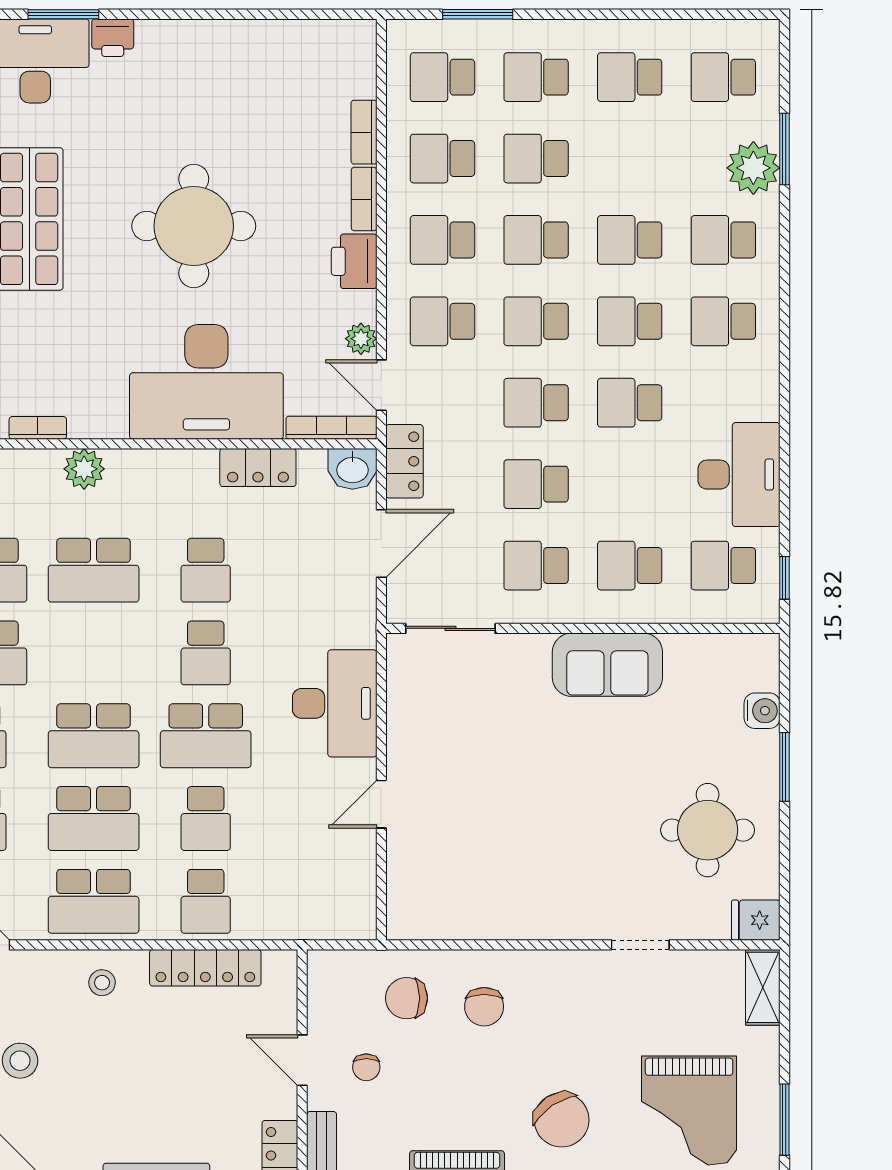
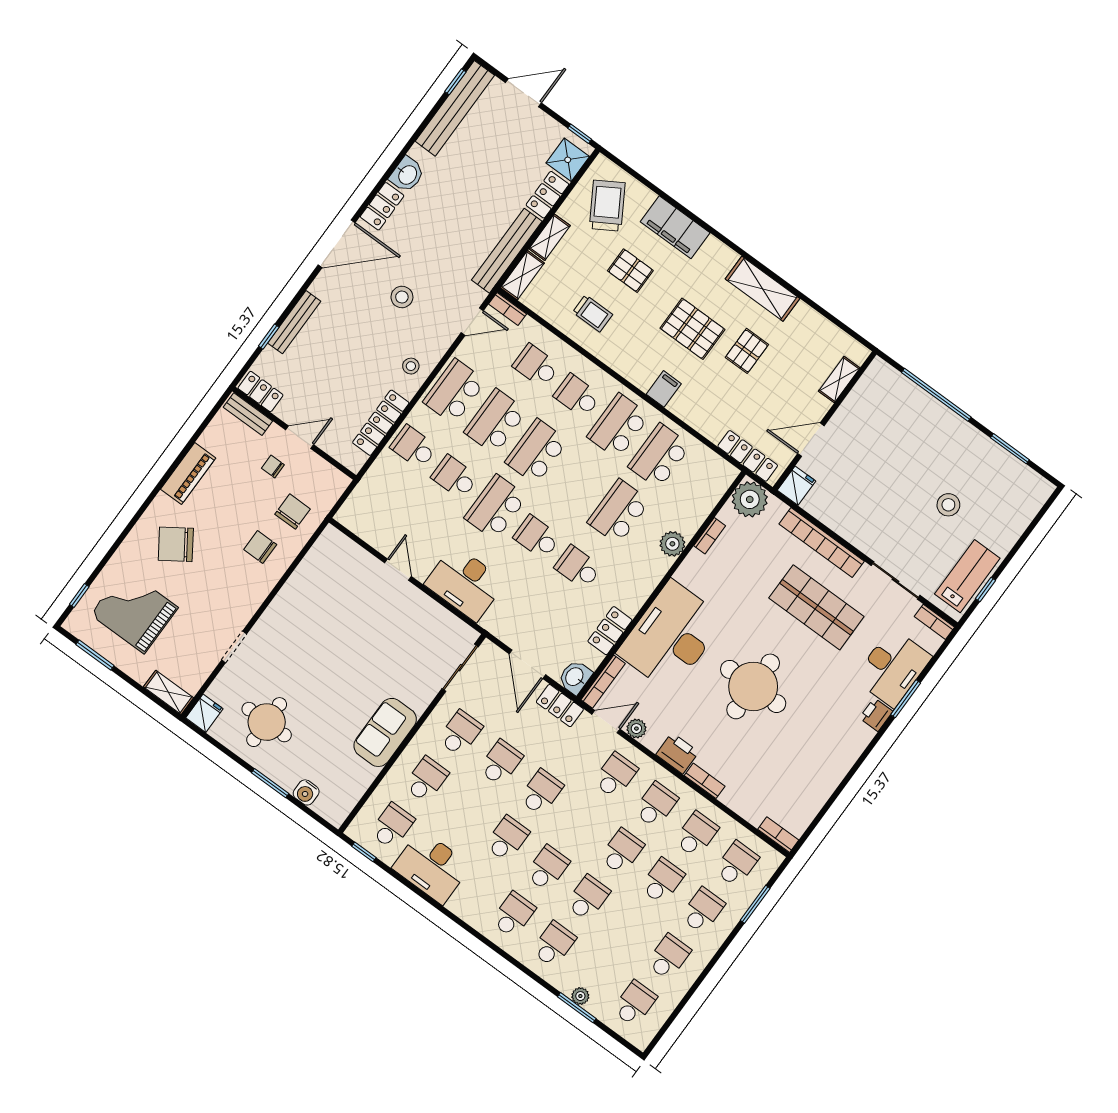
bookcase: (364, 132) -> (778, 835), moved
plant: (753, 168) -> (580, 996), width x0.53, depth x0.53
school desk: (536, 321) -> (581, 822), removed

